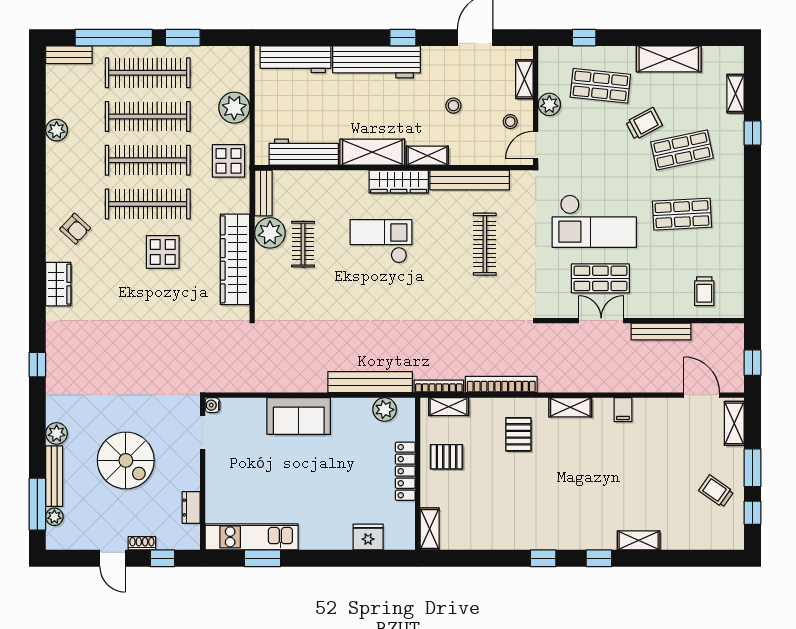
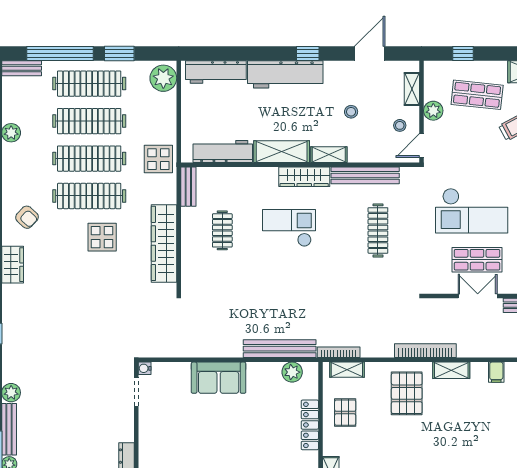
plant: (234, 108) -> (163, 78), moved
plant: (270, 233) -> (194, 221), removed
bookcase: (501, 385) -> (425, 351), moved
pallet: (518, 434) -> (407, 393), width x1.50, depth x1.42
pallet: (447, 457) -> (345, 413), turned 90
spiral stairs: (126, 460) -> (70, 416), removed

